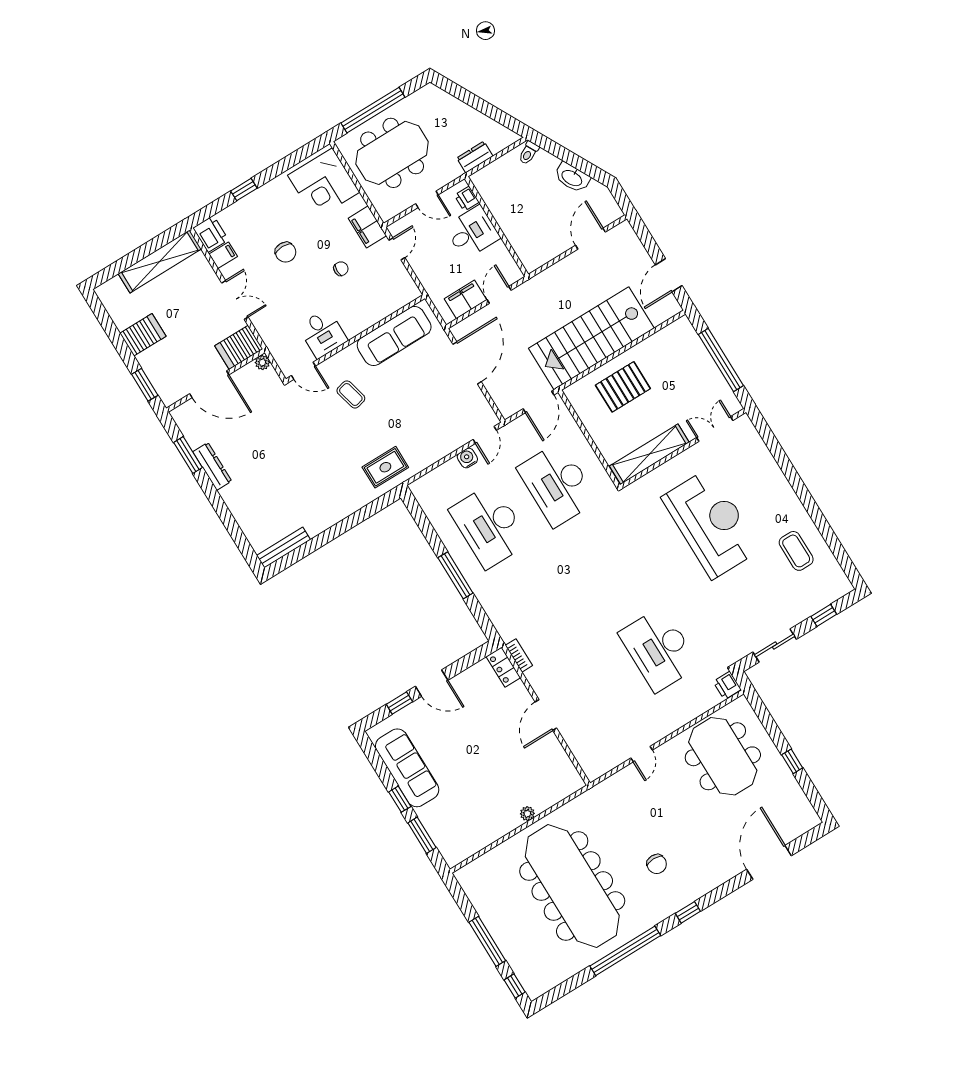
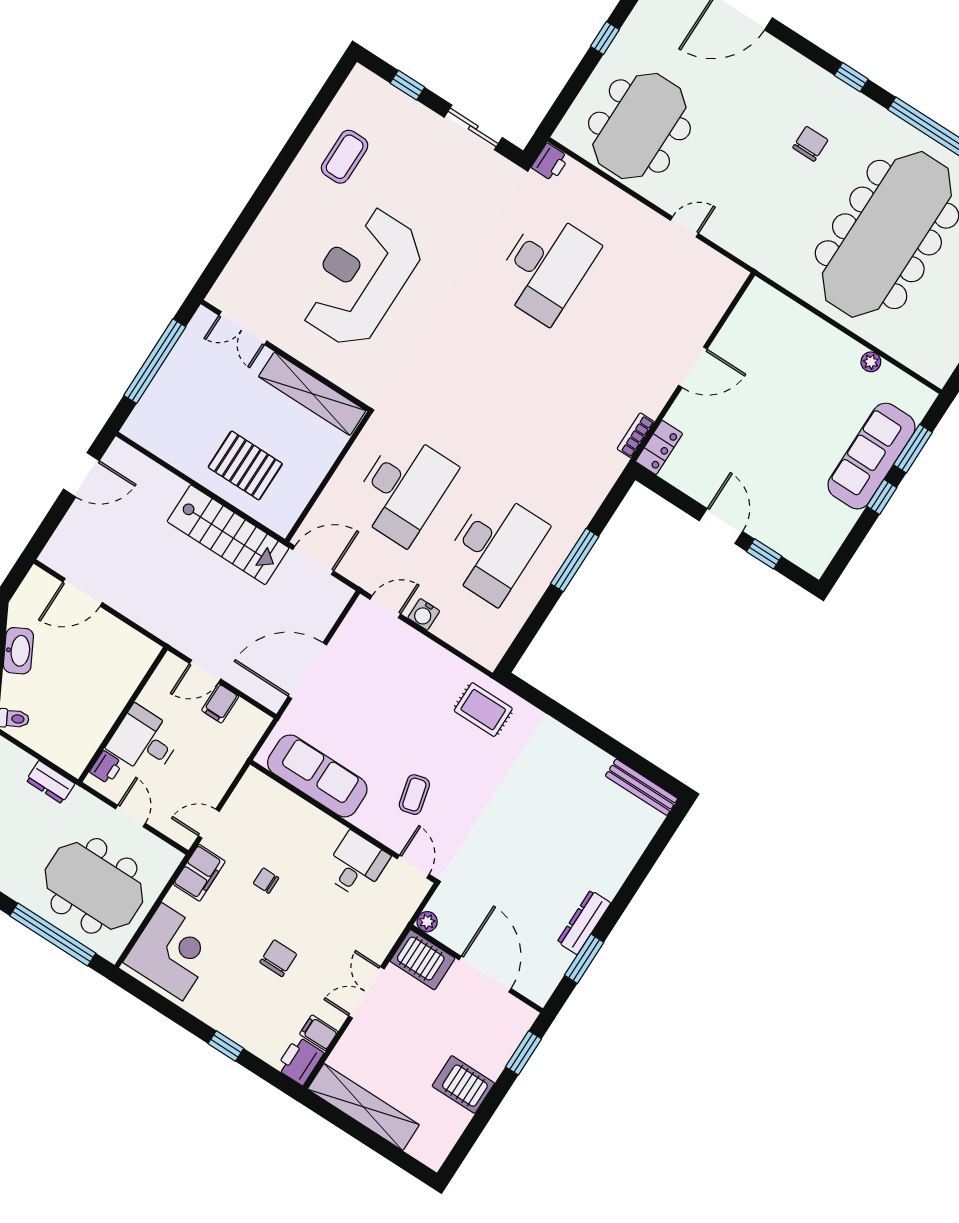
filing cabinet: (465, 299) -> (220, 703), width x0.50
stairs: (591, 338) -> (228, 535), width x0.73, depth x0.66
sofa: (407, 768) -> (871, 456), moved
plant: (527, 814) -> (871, 362), moved

